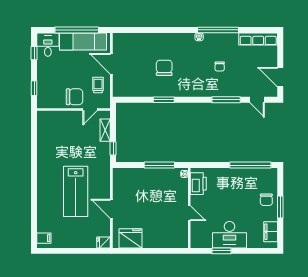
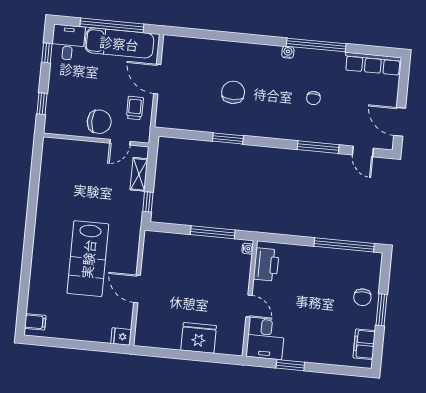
desk: (230, 235) -> (266, 339), moved, width x0.73
fridge: (131, 238) -> (199, 338), moved

